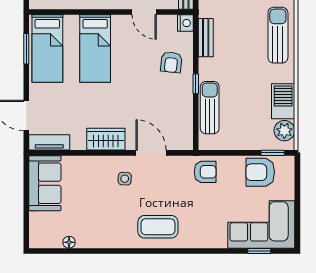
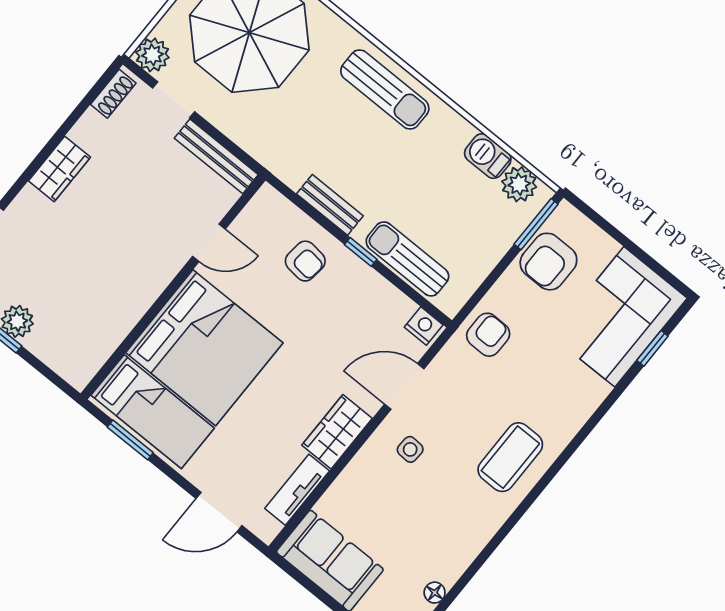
nightstand: (185, 23) -> (424, 326), moved
sun lounger: (278, 35) -> (385, 90), turned 180
bench: (206, 38) -> (330, 205), moved
bed: (95, 48) -> (204, 348), width x2.04
barbecue: (283, 101) -> (488, 156), width x0.73, depth x0.79
tv unit: (49, 142) -> (297, 490), moved
window: (273, 153) -> (536, 224), width x1.50

